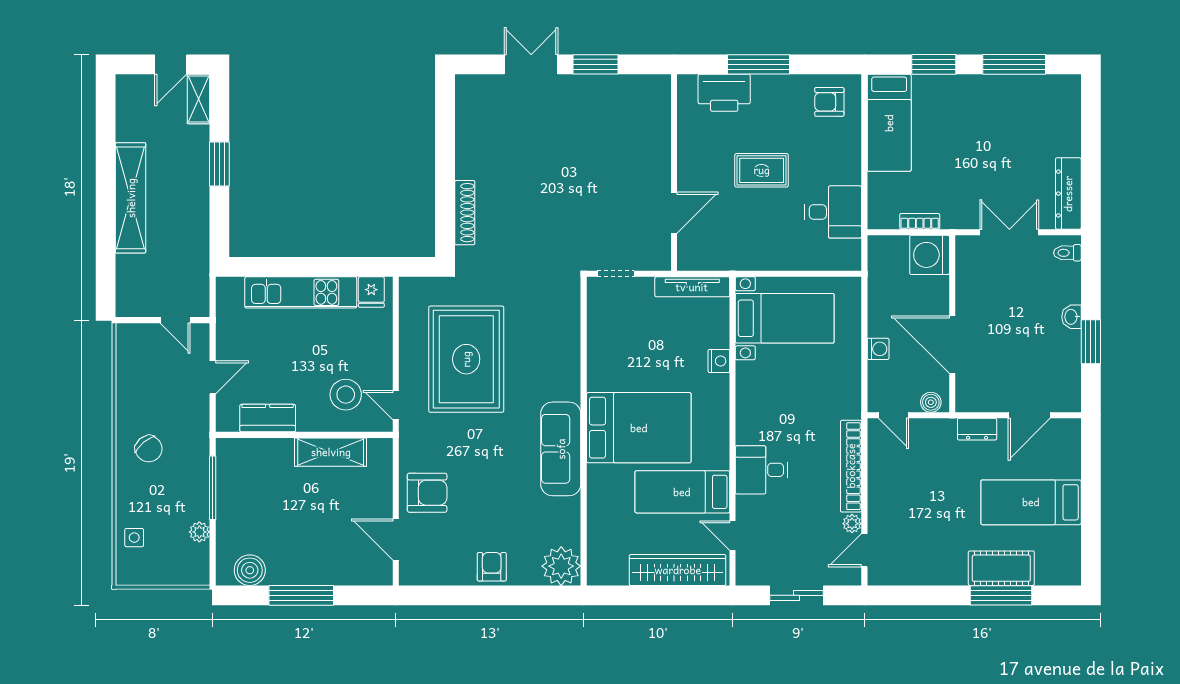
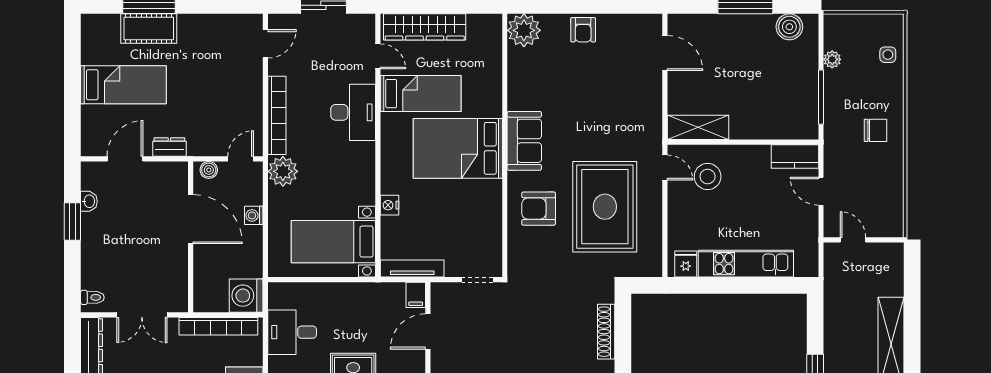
bookcase: (920, 221) -> (218, 326), width x2.31, depth x1.31
washing machine: (930, 255) -> (246, 296), moved, turned 180
filing cabinet: (688, 256) -> (416, 295), added
washbasin: (1071, 317) -> (89, 201), moved
door: (213, 377) -> (821, 191), hinge flipped
door: (894, 415) -> (241, 159), hinge flipped
kitchen counter: (268, 418) -> (795, 157), moved
chair: (149, 449) -> (876, 130), turned 130
sofa: (561, 449) -> (524, 141), width x0.73
shelving: (331, 452) -> (698, 127), moved
desk: (762, 470) -> (353, 112), width x1.37
armchair: (427, 493) -> (539, 209), moved
plant: (852, 524) -> (283, 171), moved, width x1.88, depth x1.88

